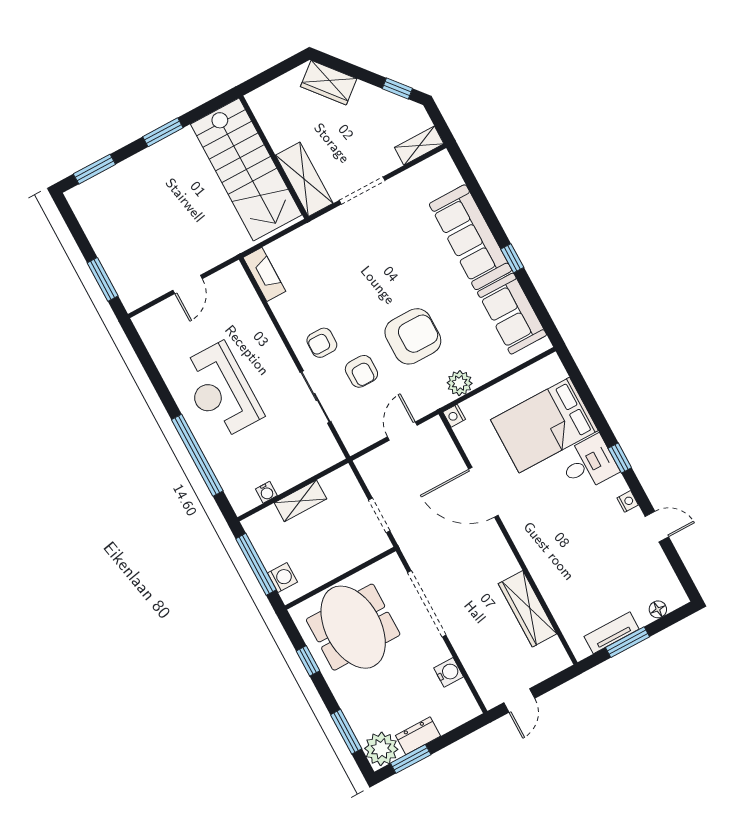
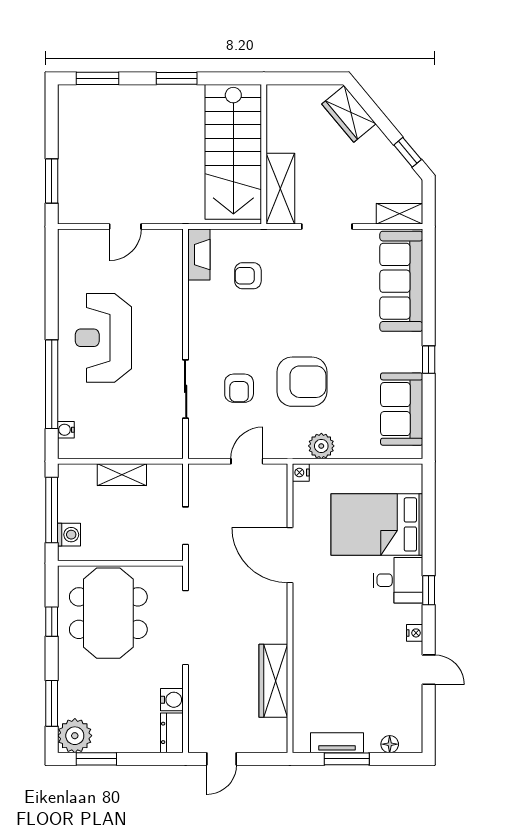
sofa: (470, 237) -> (401, 281), moved
armchair: (322, 343) -> (248, 276), moved
water cooler: (266, 492) -> (66, 430), moved, turned 90
dresser: (418, 736) -> (172, 733), moved, turned -90

